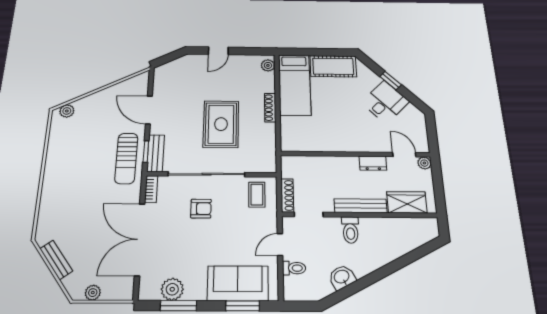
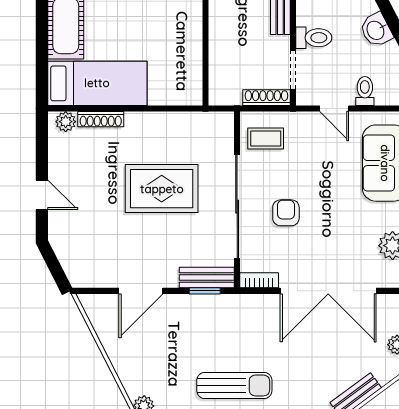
shoe rack: (270, 108) -> (101, 119), moved
sun lounger: (126, 158) -> (234, 385), moved
toilet: (350, 230) -> (314, 38), moved

